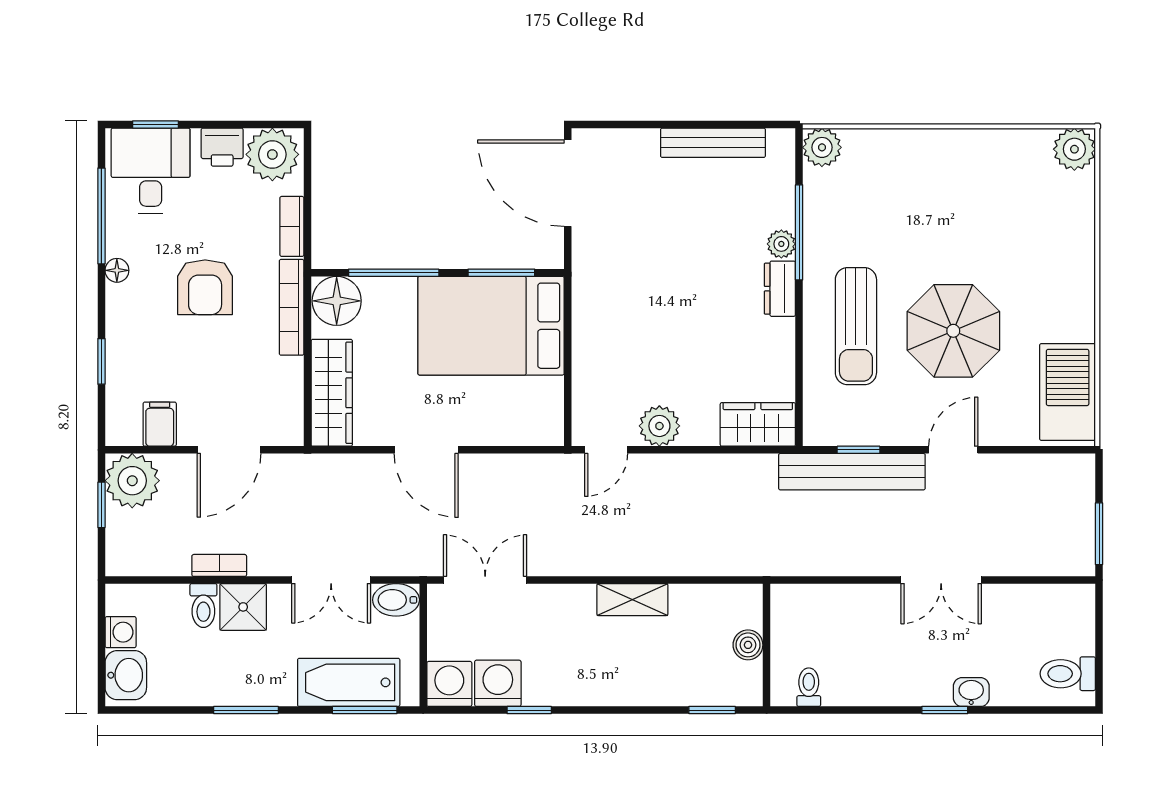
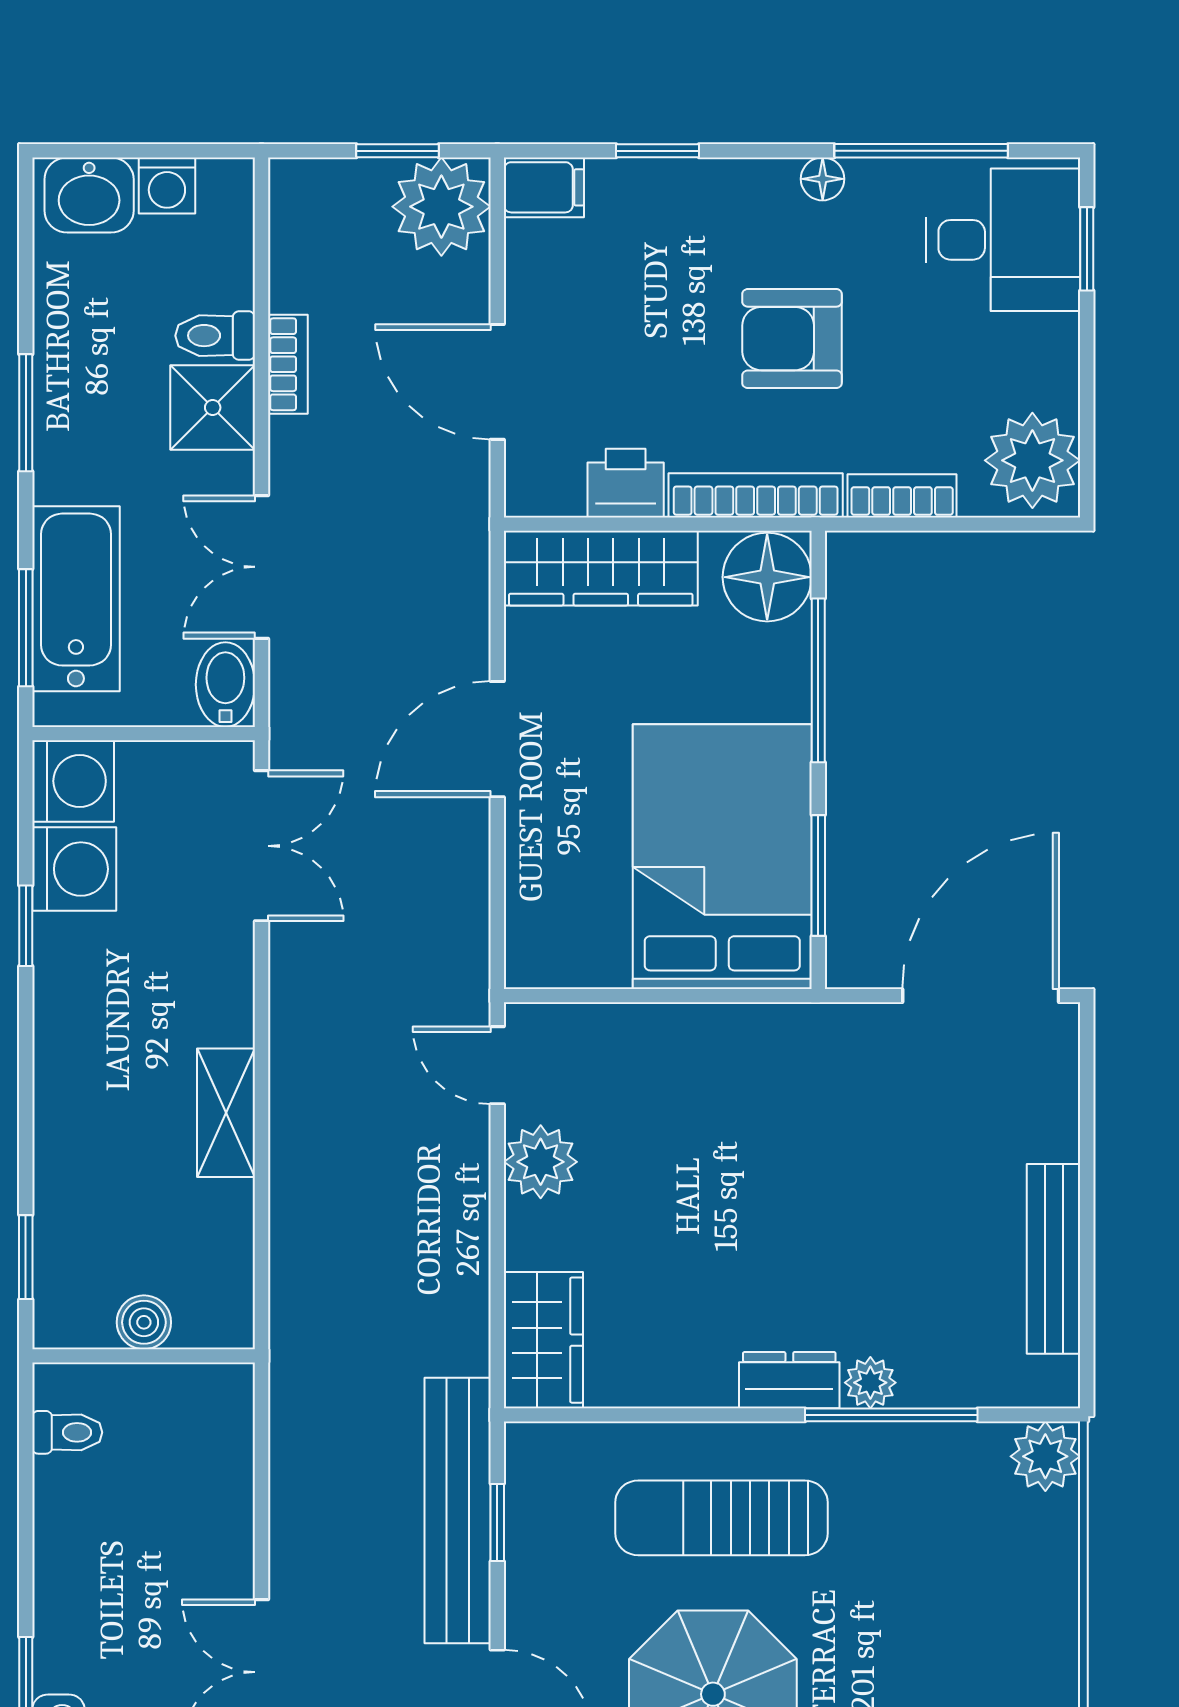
printer: (222, 147) -> (626, 483), moved, turned 90
filing cabinet: (160, 424) -> (544, 187), moved

